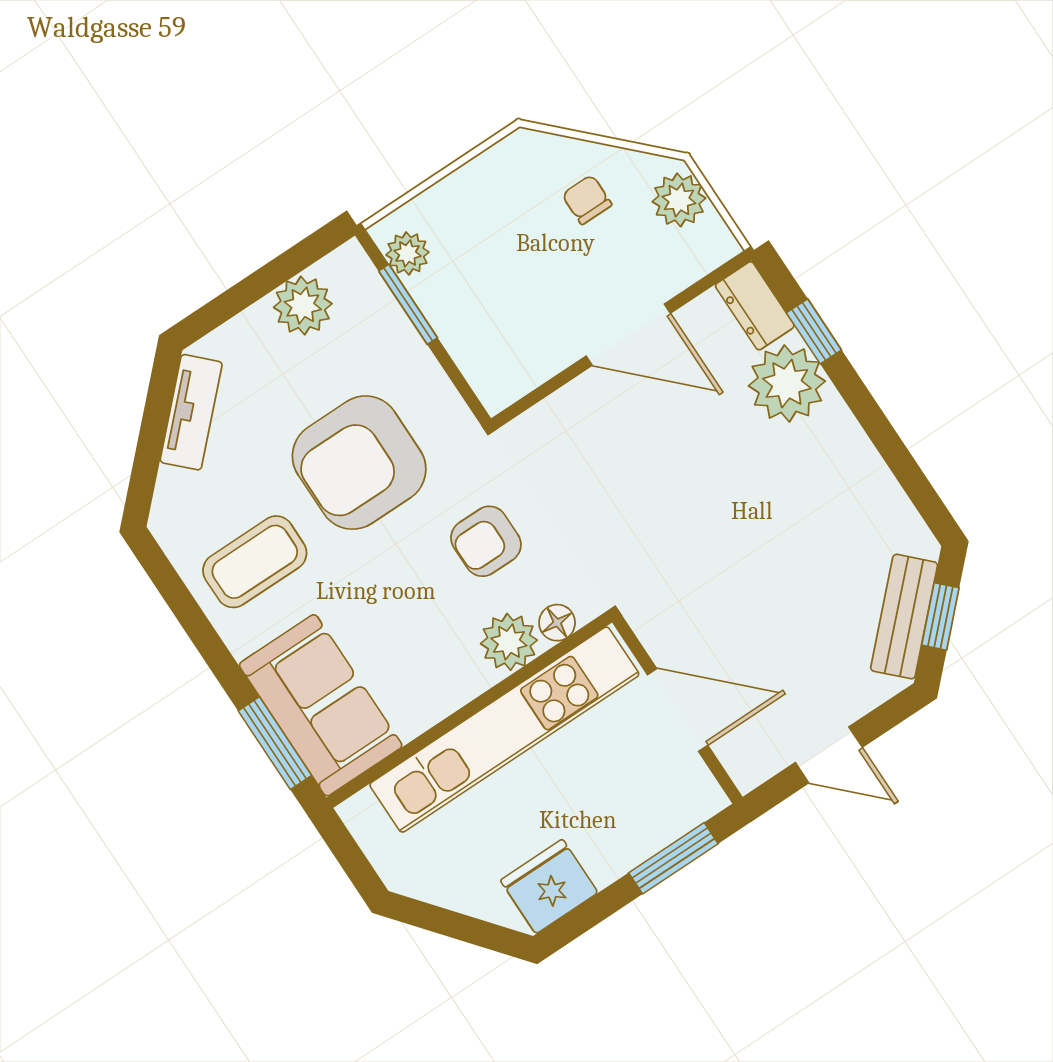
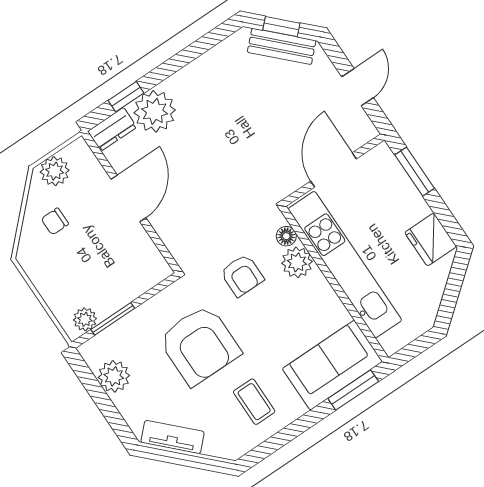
coffee table: (255, 562) -> (254, 402), width x0.73, depth x0.77

